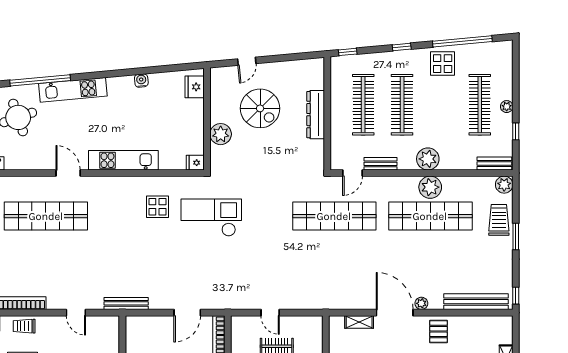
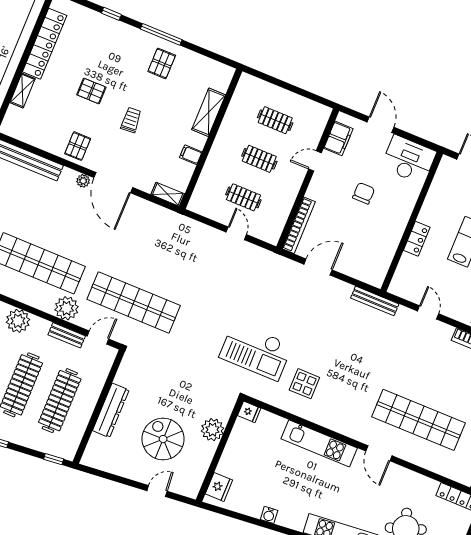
plant: (430, 187) -> (67, 308), moved
shelving: (359, 322) -> (168, 194), moved

